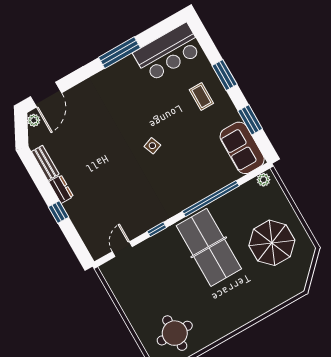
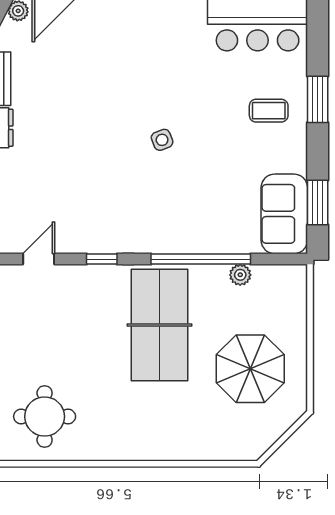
coffee table: (201, 96) -> (269, 111), turned 90
window: (250, 120) -> (318, 202), moved
plant: (263, 180) -> (240, 275), moved

